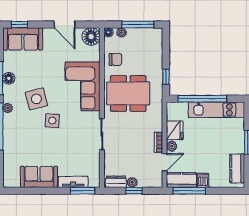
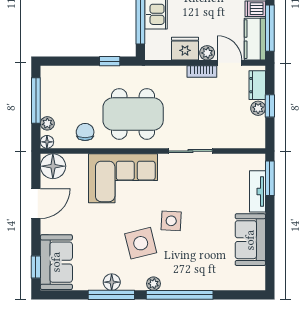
dining table: (128, 93) -> (133, 114), turned 90
dresser: (116, 182) -> (257, 85), moved

